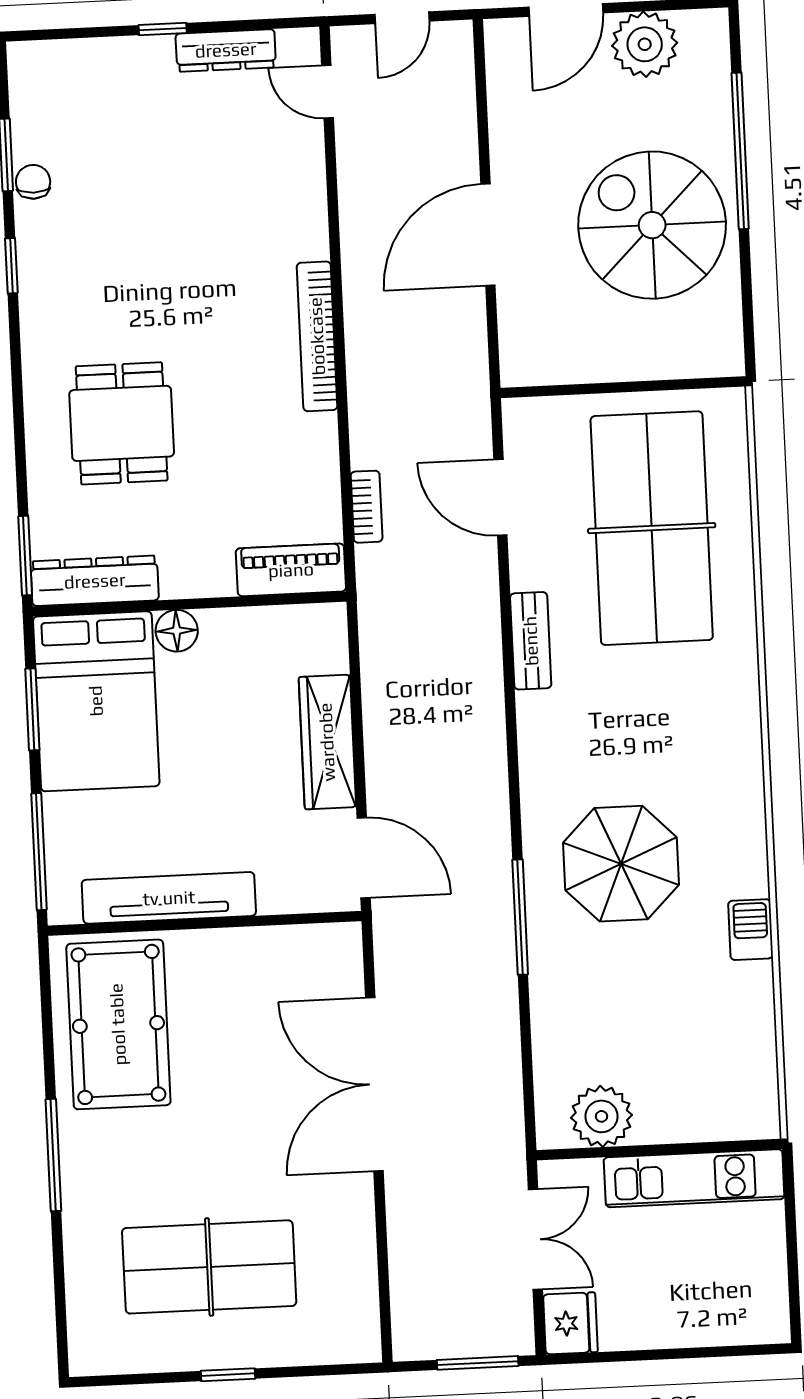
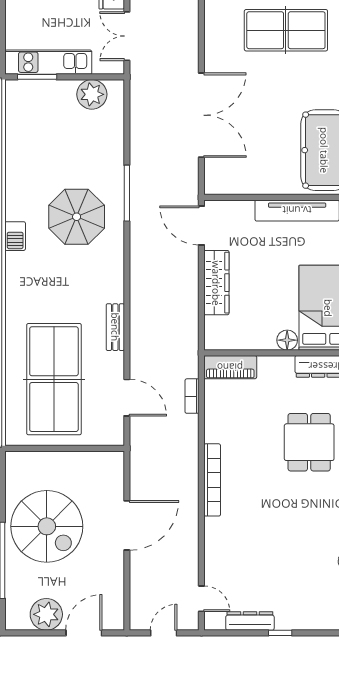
barbecue: (751, 930) -> (15, 236), moved
window: (716, 1147) -> (37, 77), added

